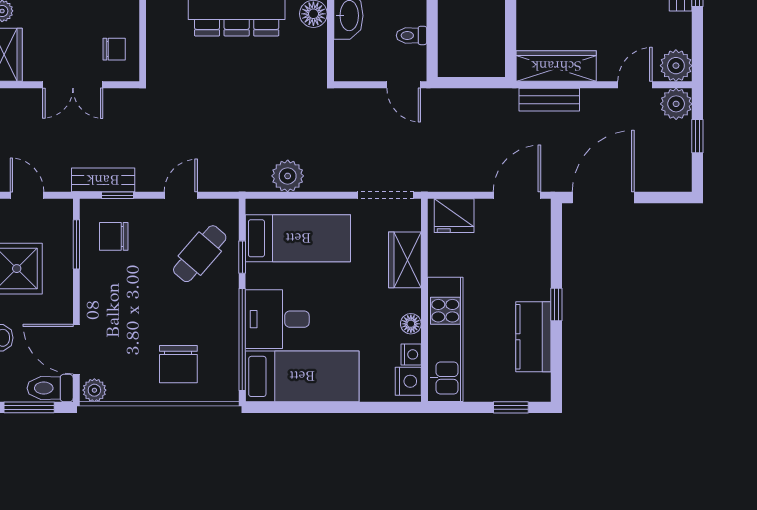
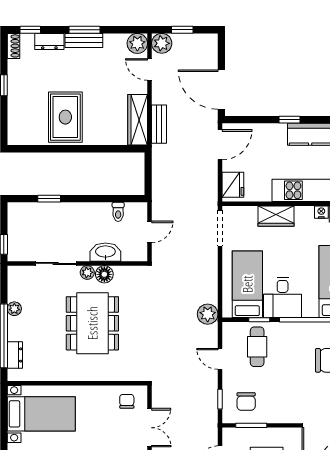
door: (404, 85) -> (150, 232), moved
plant: (288, 176) -> (208, 314), moved
bench: (103, 180) -> (210, 408), removed
door: (517, 195) -> (220, 145), swing flipped
cafe table: (200, 254) -> (257, 347), turned 49
wardrobe: (405, 260) -> (276, 216), moved
desk: (277, 319) -> (283, 297), moved
floor lamp: (411, 324) -> (302, 212), removed

